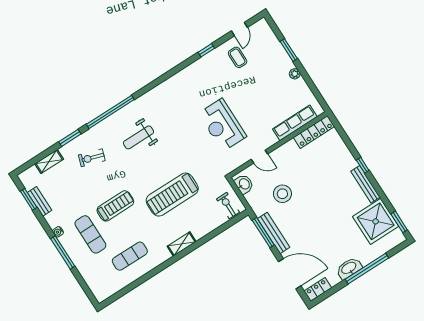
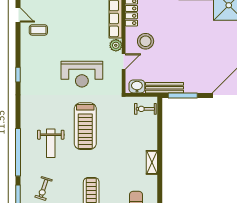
window: (206, 50) -> (18, 75), moved
plant: (270, 139) -> (116, 45), added
stool: (282, 194) -> (146, 41), moved
treadmill: (172, 195) -> (85, 126), moved
bench: (274, 233) -> (165, 88), moved

